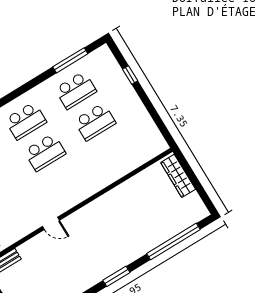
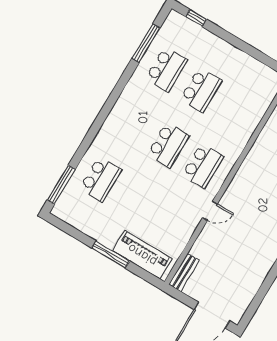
window: (130, 75) -> (196, 18), moved
school desk: (26, 121) -> (203, 166), moved

